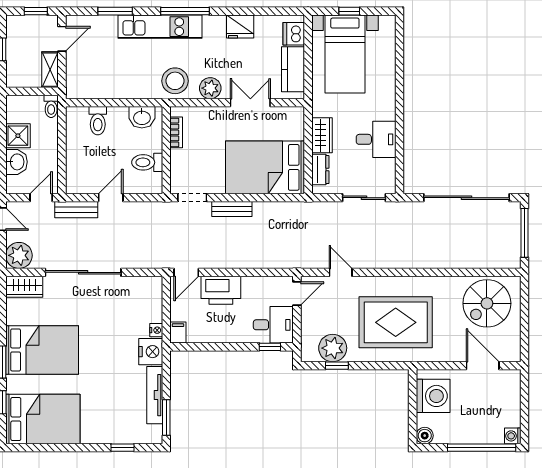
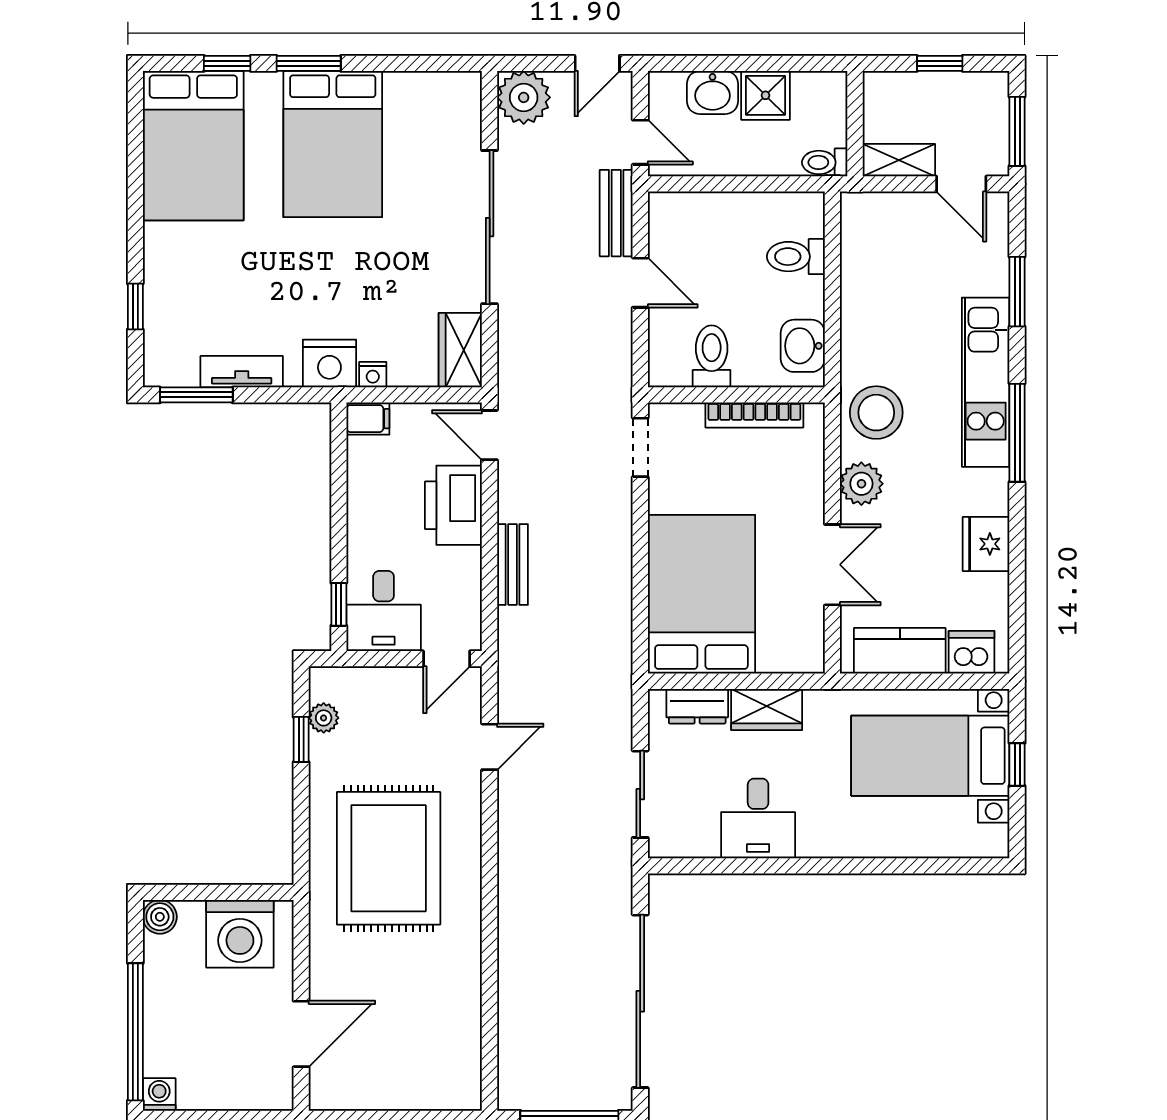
window: (36, 11) -> (1017, 131), width x1.50
bookcase: (176, 132) -> (754, 415), width x1.56
bench: (232, 209) -> (512, 565), moved
wardrobe: (24, 287) -> (460, 350), moved
door: (297, 294) -> (447, 659), hinge flipped
spiral stairs: (487, 303) -> (427, 1042), removed
plant: (333, 348) -> (324, 718), width x0.53, depth x0.53
tv unit: (155, 395) -> (242, 372), width x0.71

